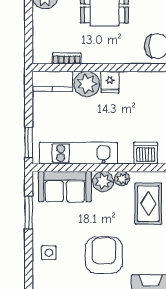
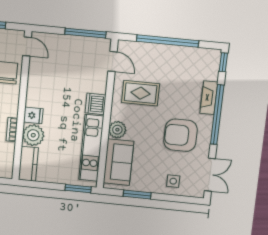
bookcase: (67, 58) -> (12, 130), moved
dishwasher: (146, 153) -> (96, 104), moved
plant: (122, 179) -> (117, 113), removed

